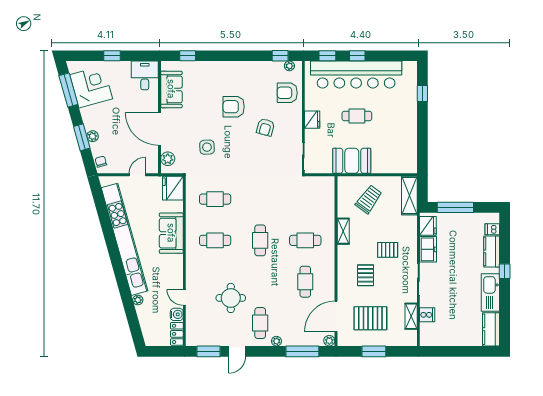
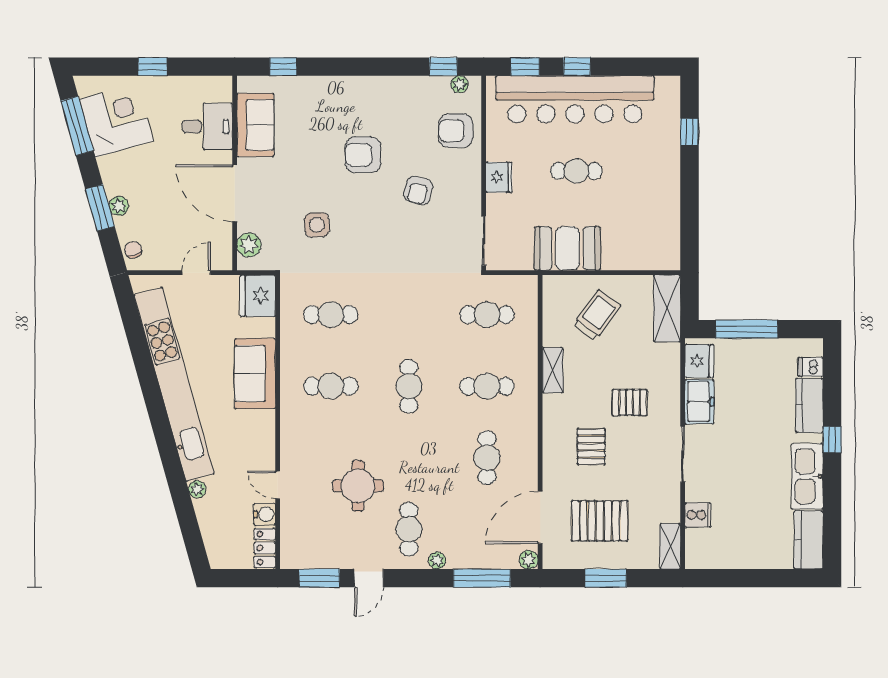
desk: (145, 75) -> (207, 126), moved, turned 90
cafe table: (305, 199) -> (487, 315), added
shelving: (411, 316) -> (670, 546), moved

